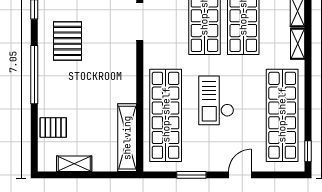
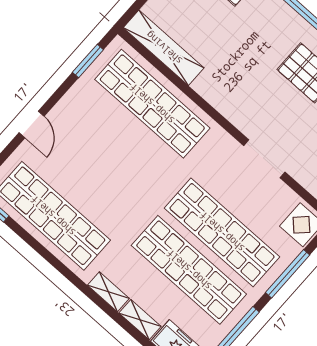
checkout: (216, 100) -> (123, 165), removed
window: (191, 175) -> (88, 61), moved

